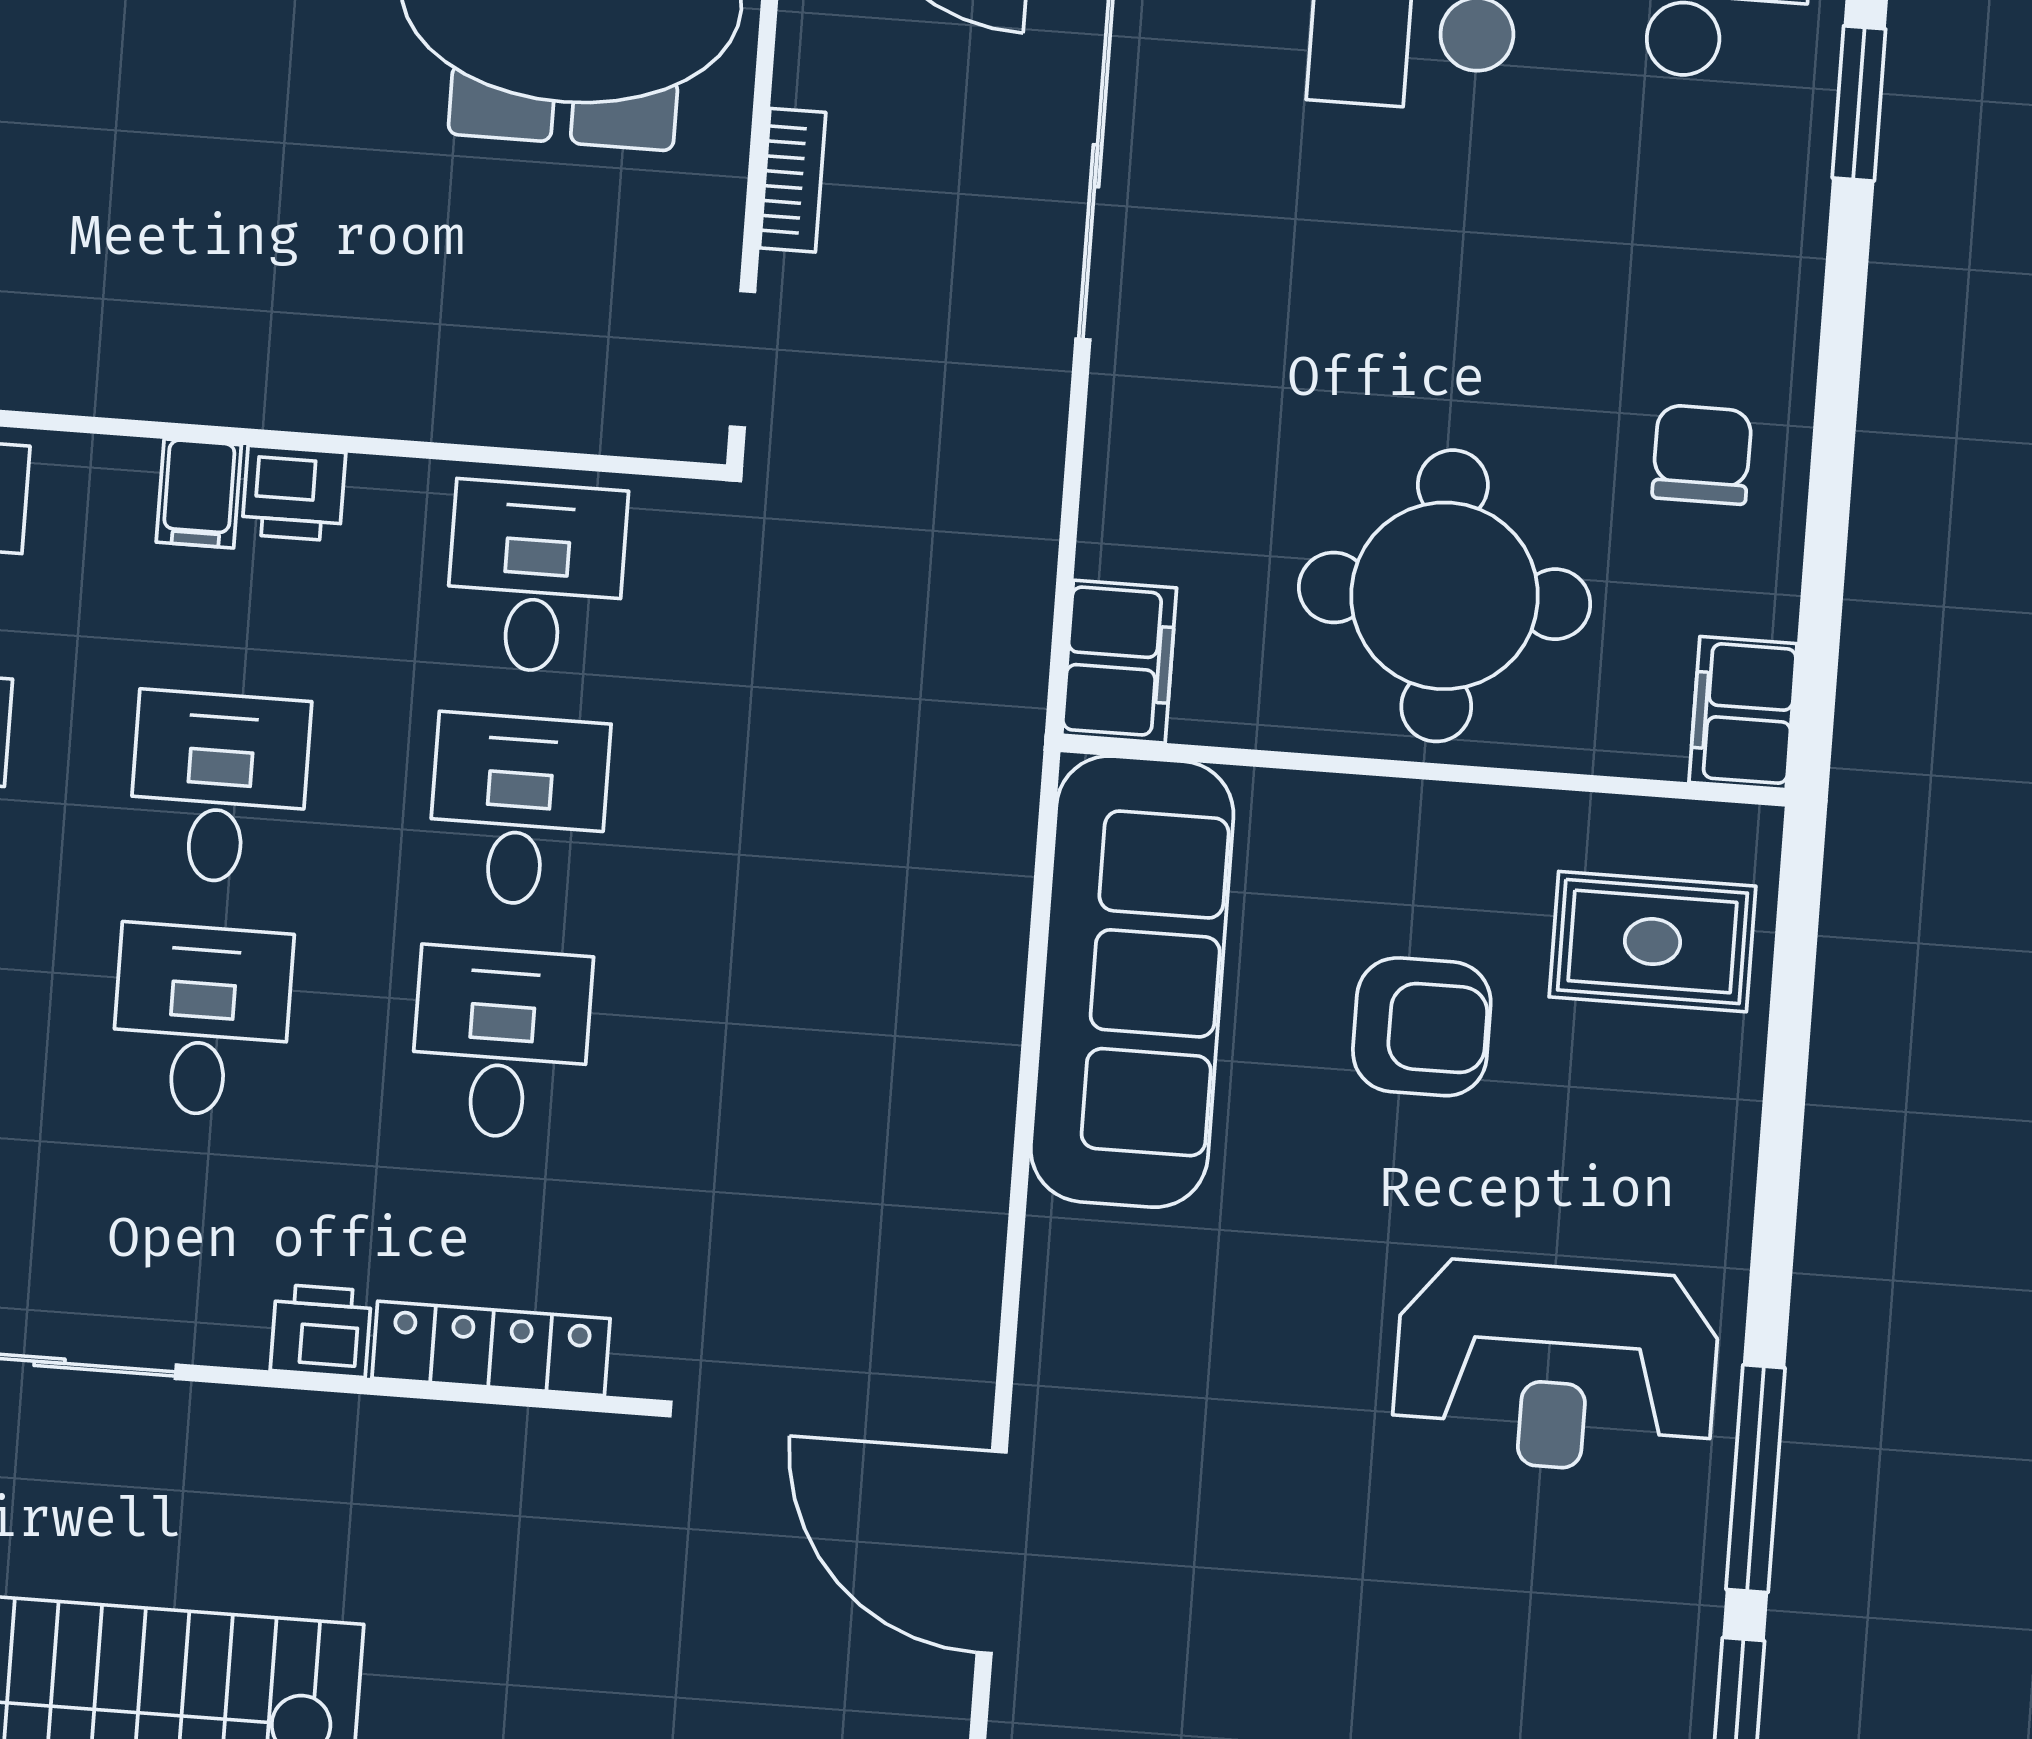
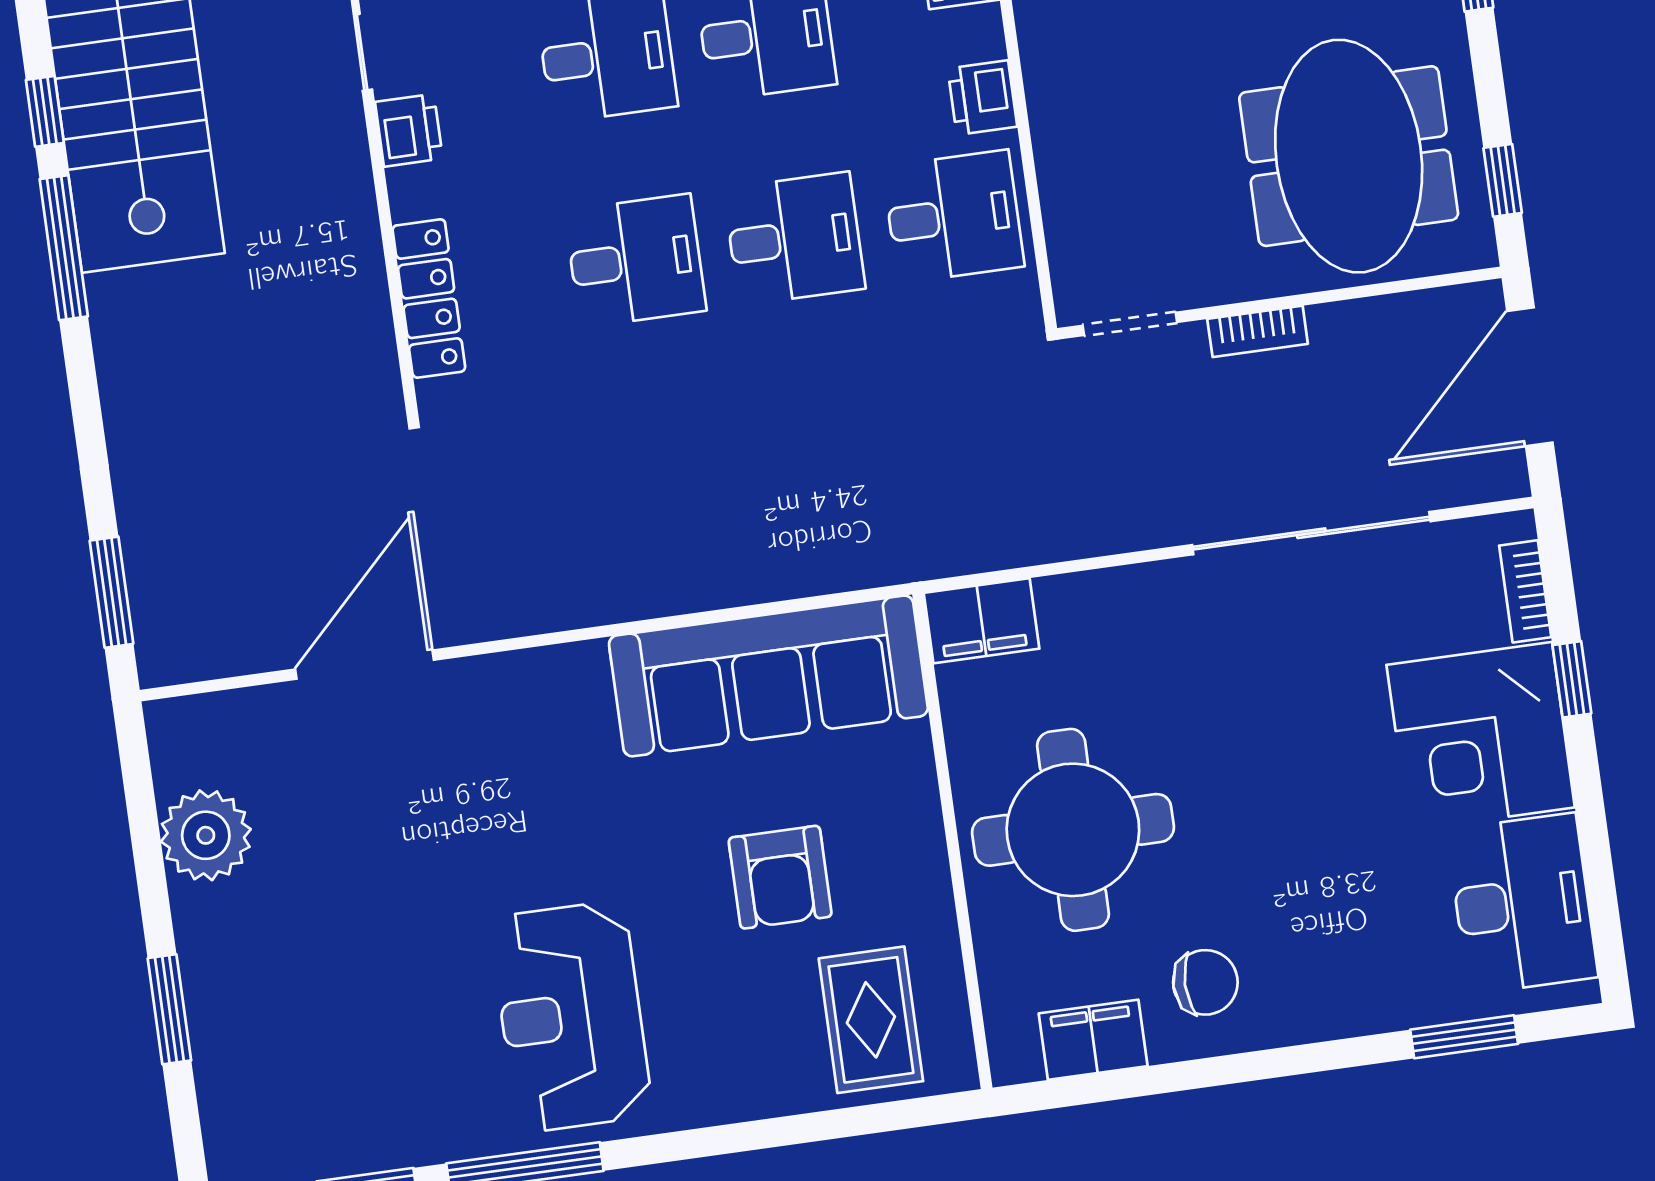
printer: (294, 493) -> (982, 98), moved
filing cabinet: (1743, 713) -> (1093, 1040), moved
printer: (321, 1331) -> (409, 130), moved

